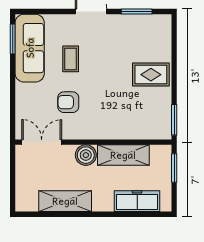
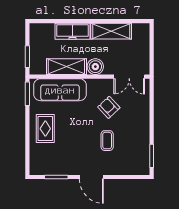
sofa: (30, 48) -> (60, 90), moved, turned -90
rug: (151, 75) -> (45, 129), turned 90
armchair: (68, 102) -> (109, 107), turned -133
freezer: (137, 201) -> (73, 31), moved

